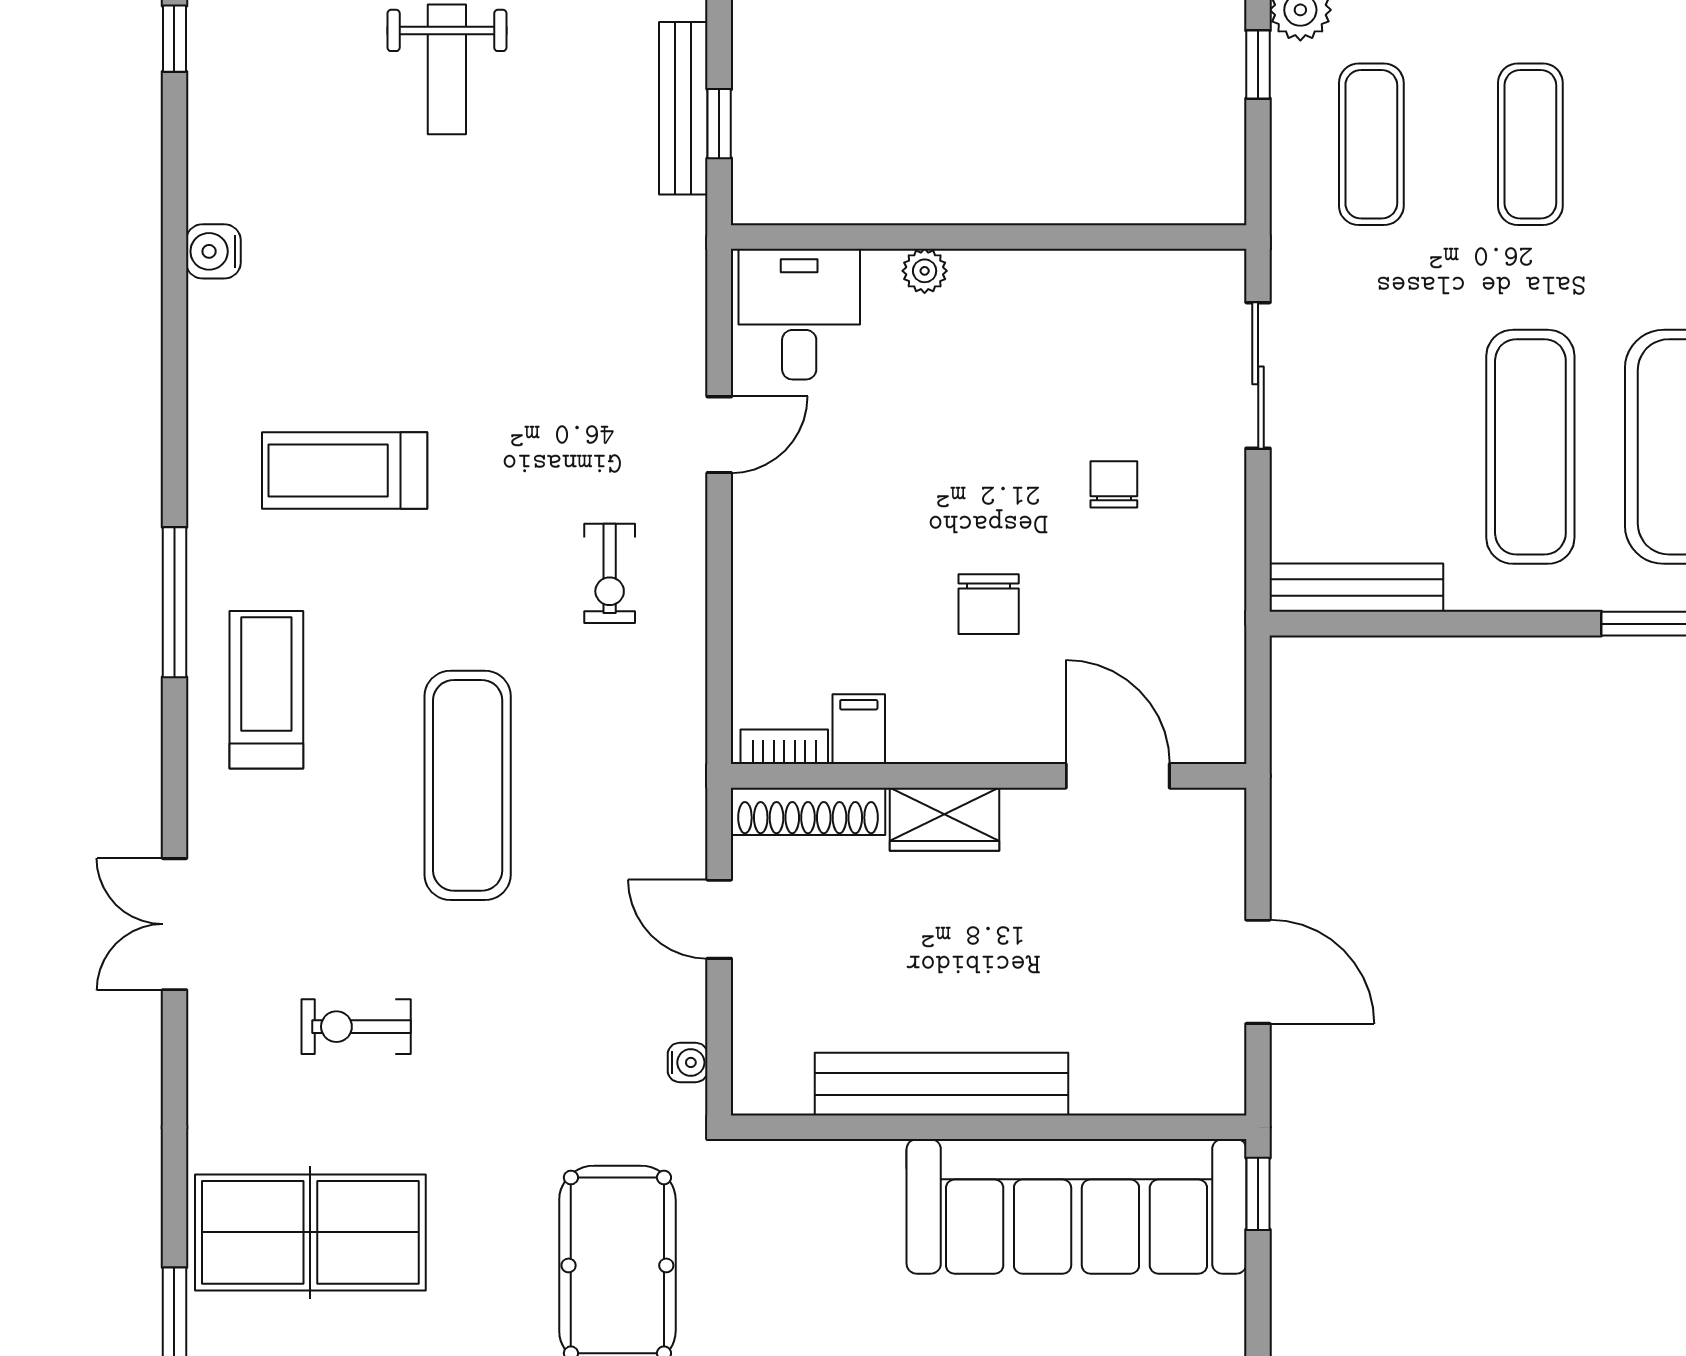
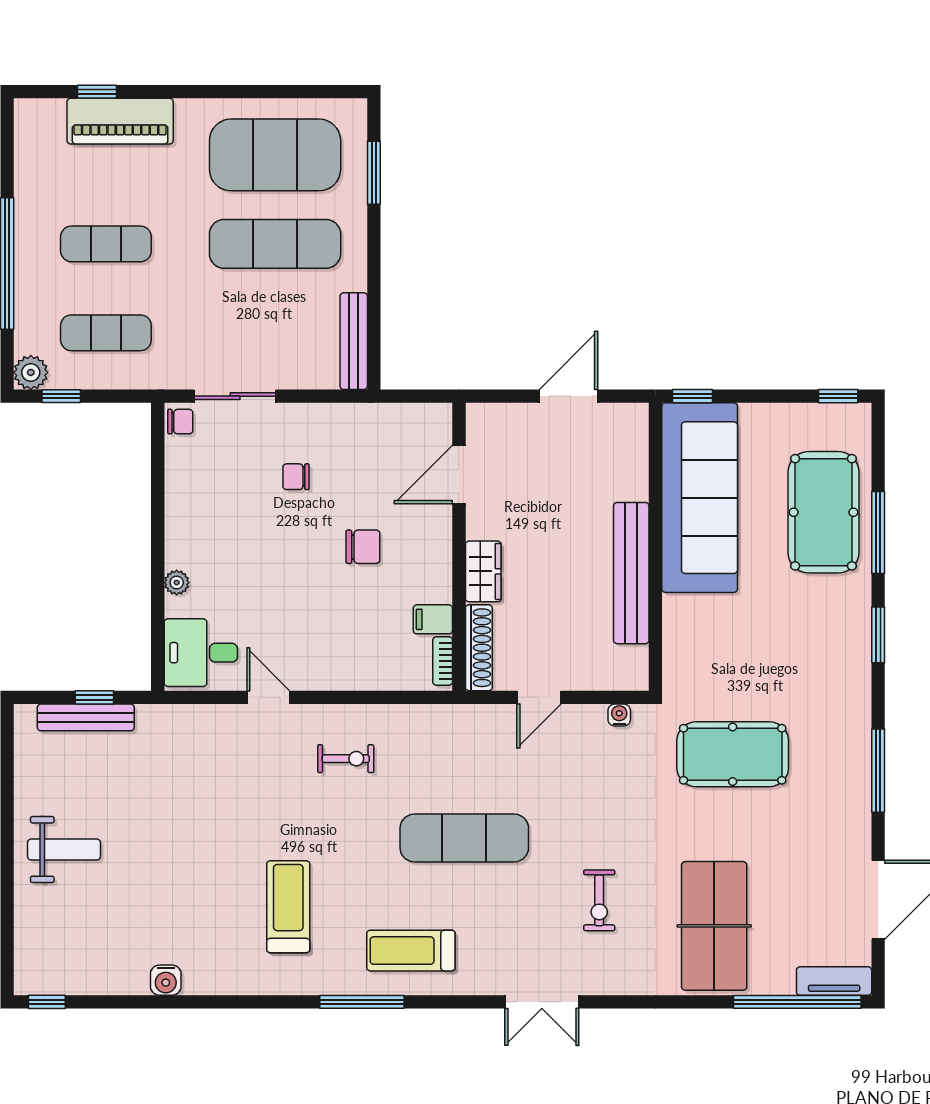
chair: (1213, 277) -> (180, 422), added
treadmill: (345, 470) -> (288, 907), turned 180

